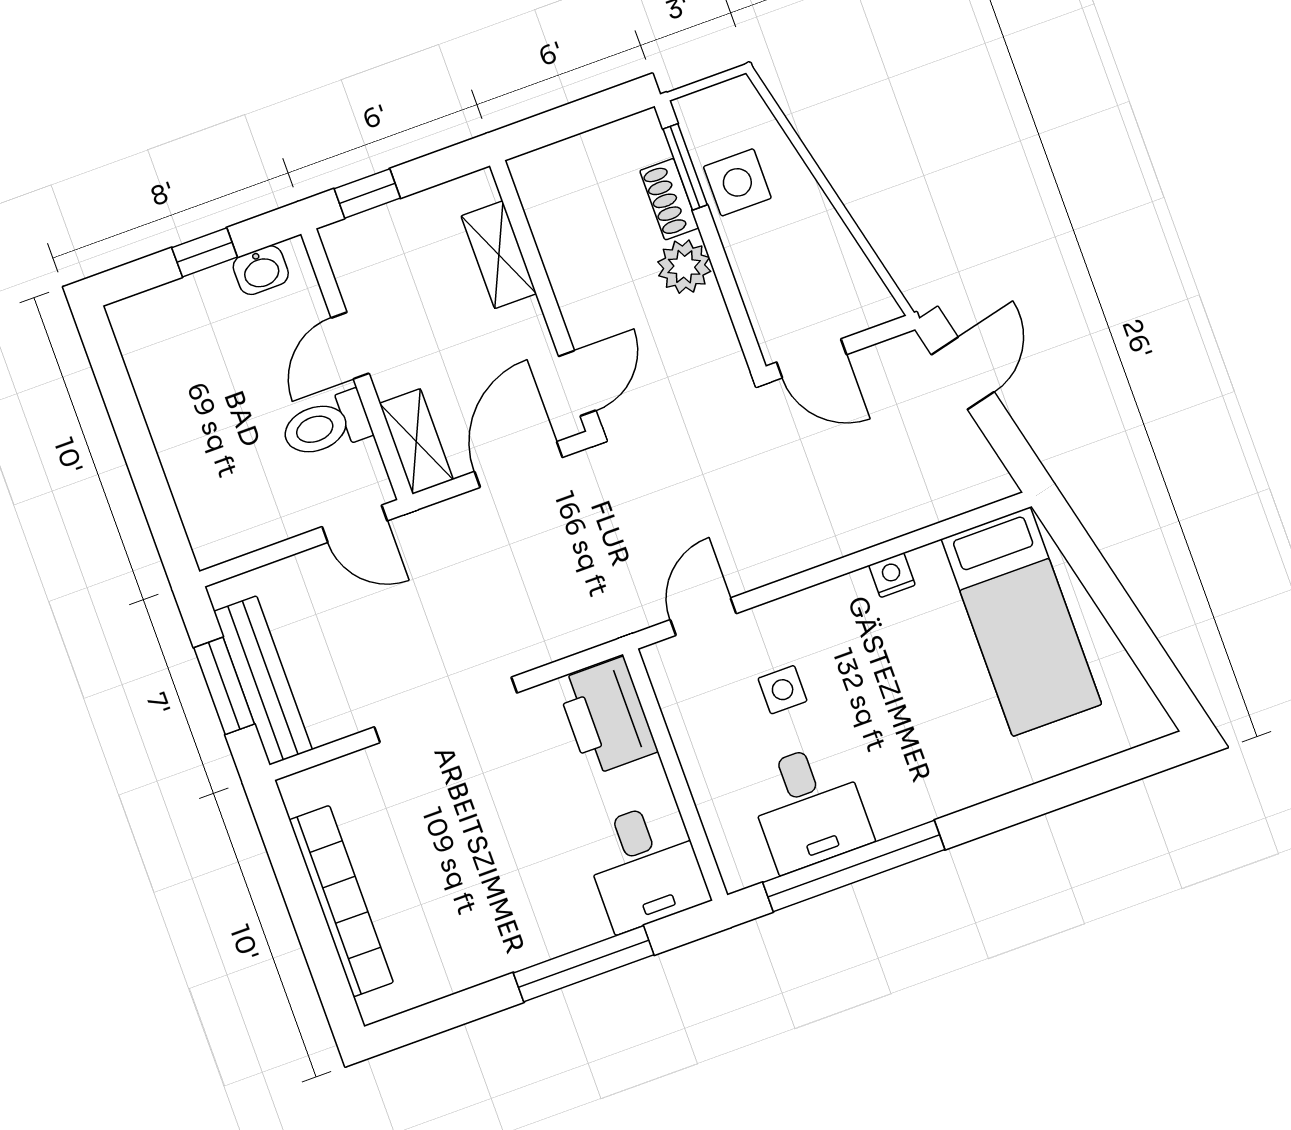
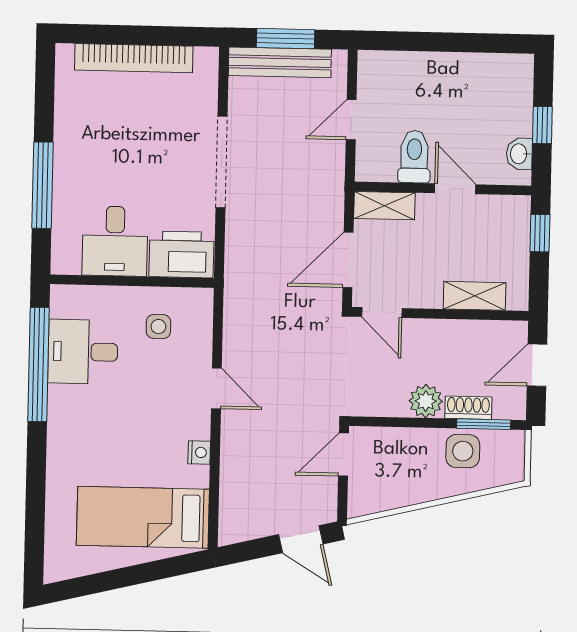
door: (566, 121) -> (537, 365), added
door: (518, 464) -> (348, 260), swing flipped
door: (355, 524) -> (351, 120), moved
door: (703, 617) -> (216, 388), moved
side table: (783, 690) -> (158, 327), moved
desk: (645, 866) -> (115, 241), moved, turned -90

